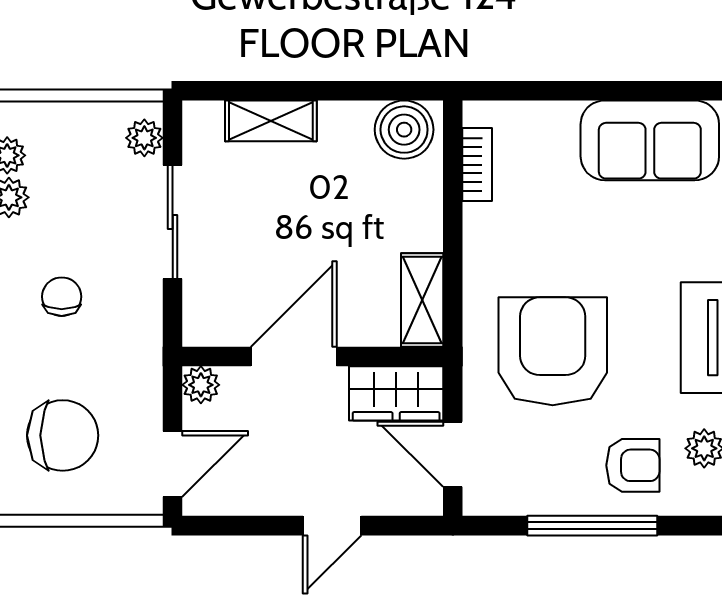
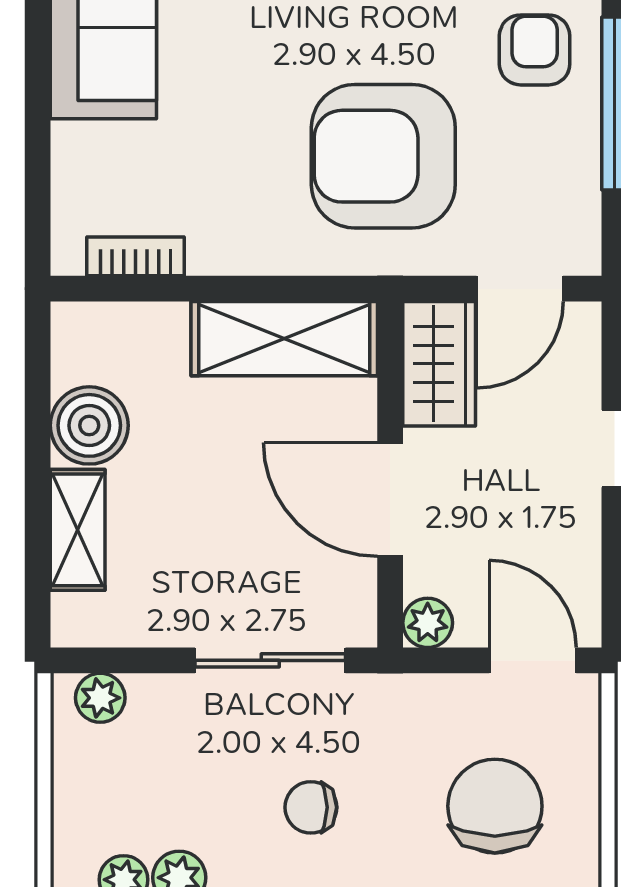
boiler: (404, 130) -> (89, 425), moved
sliding door: (173, 222) -> (270, 660), moved
shelving: (422, 300) -> (284, 339), width x1.50, depth x1.33

